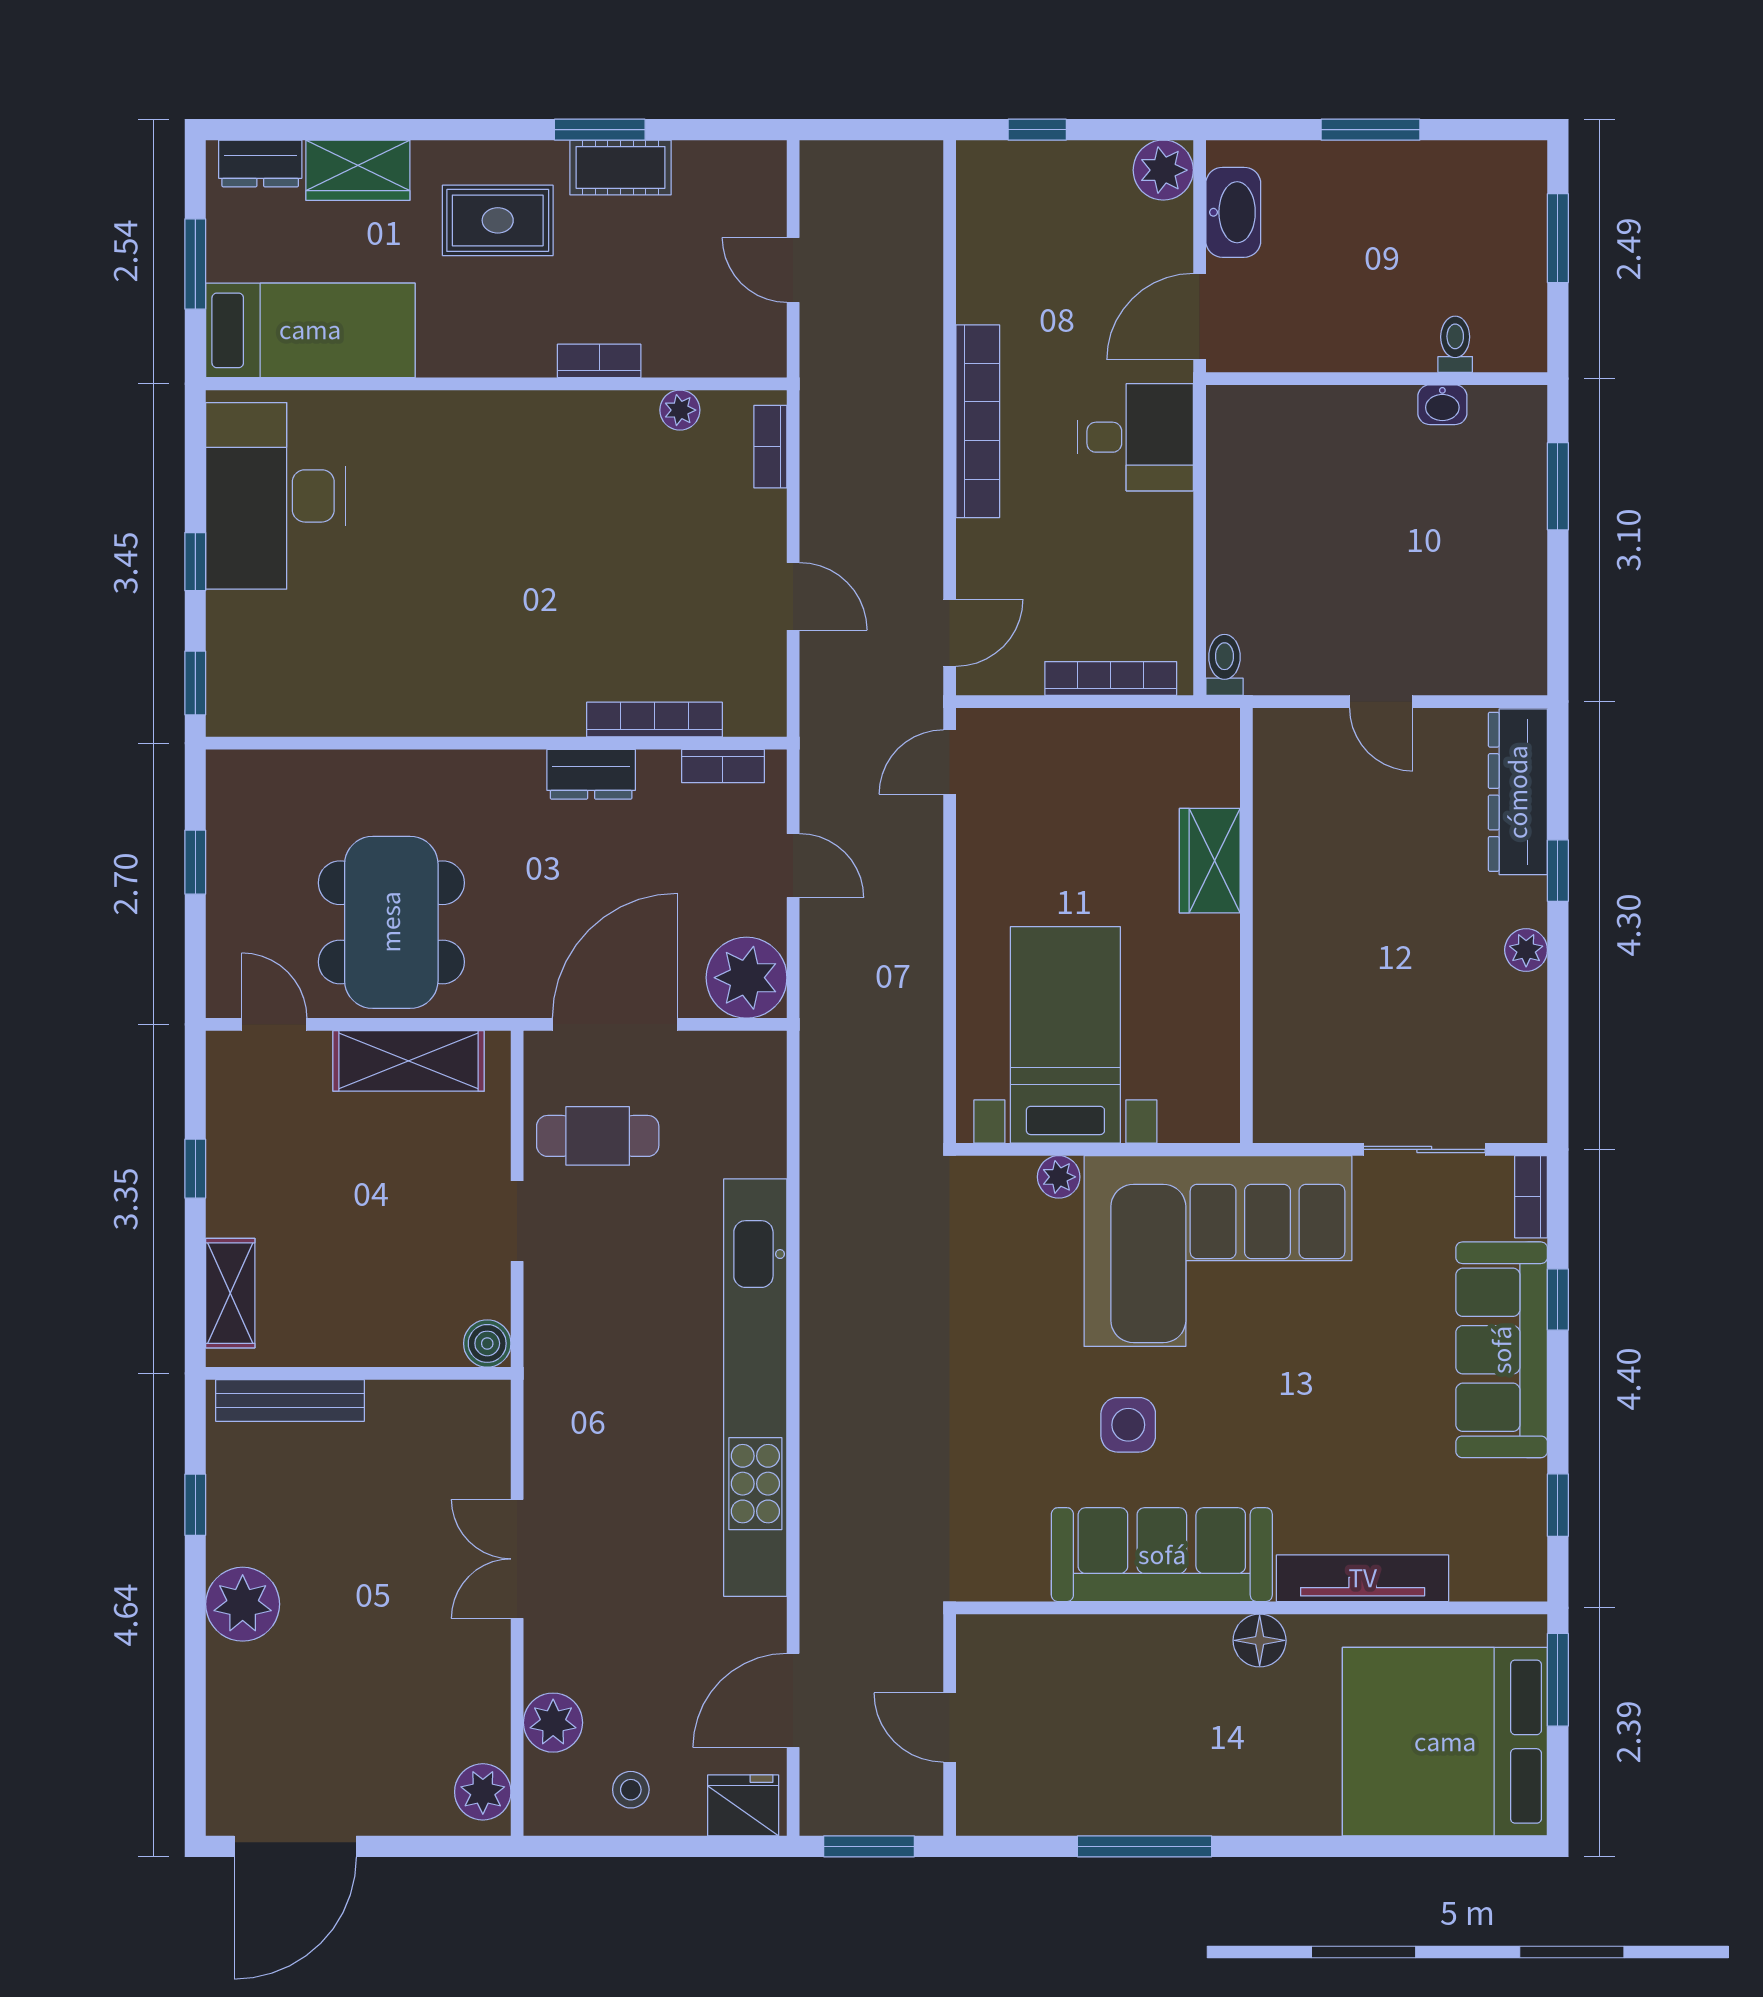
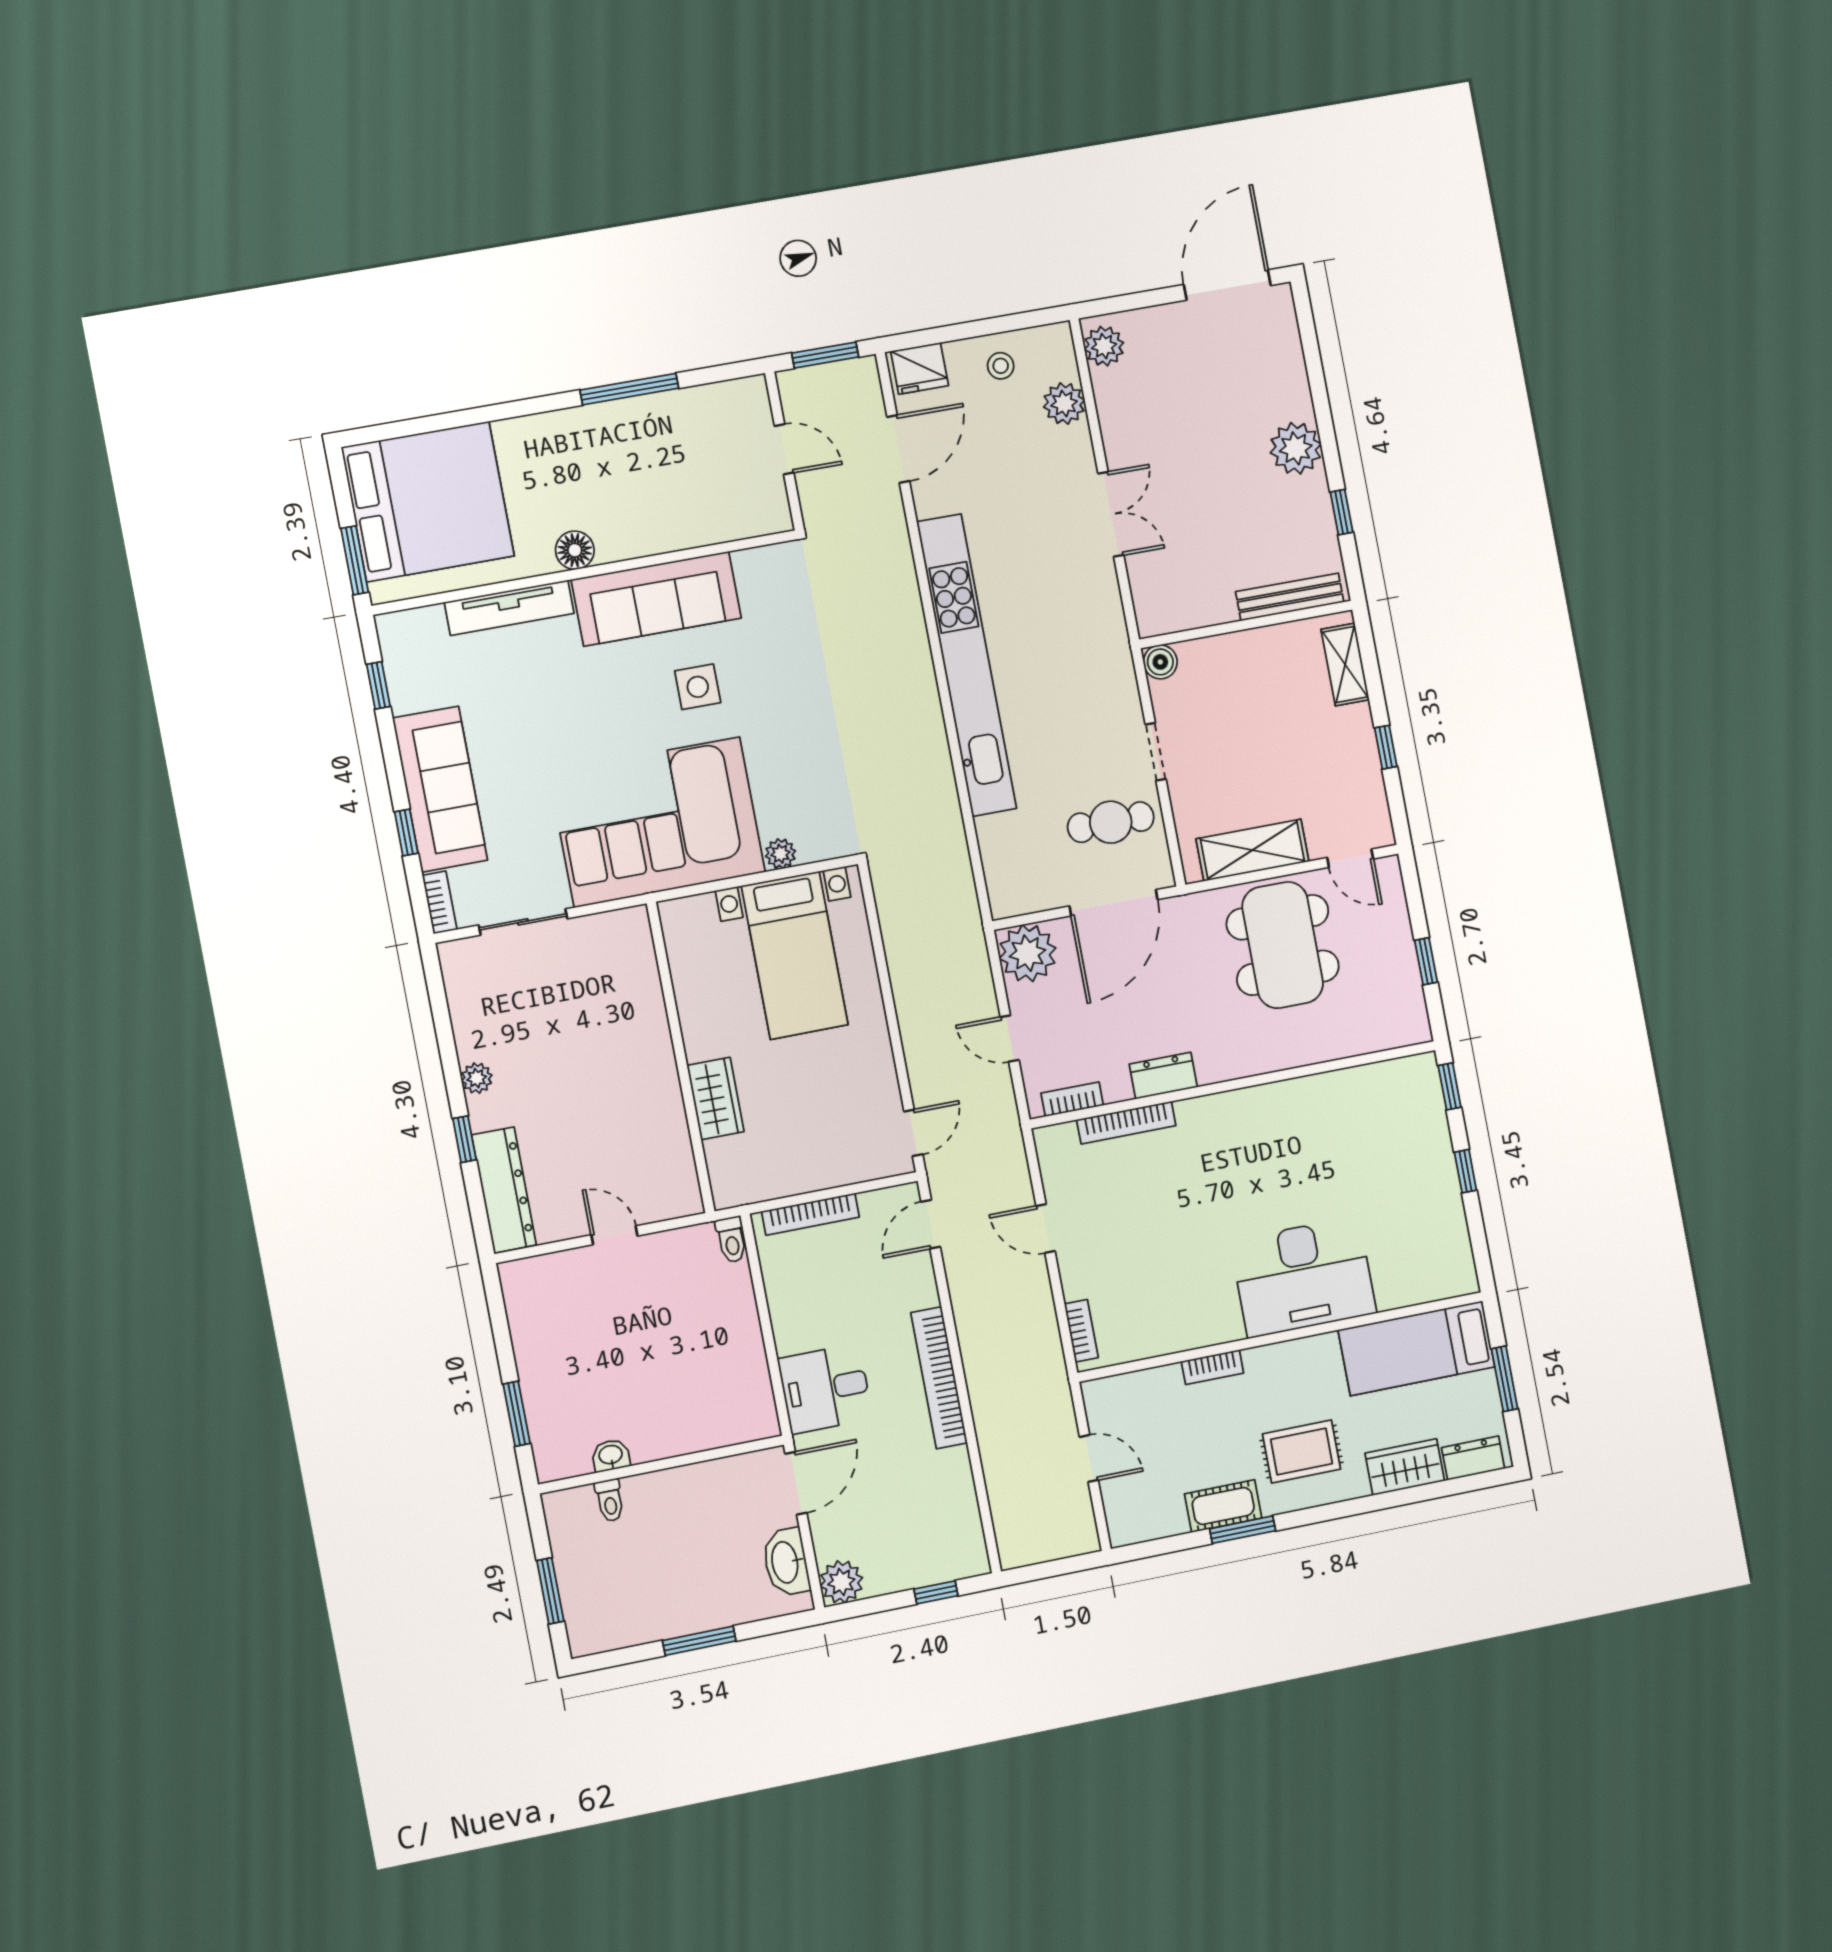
plant: (680, 410) -> (1150, 1344), removed
desk: (276, 496) -> (1303, 1277), moved, turned 90

